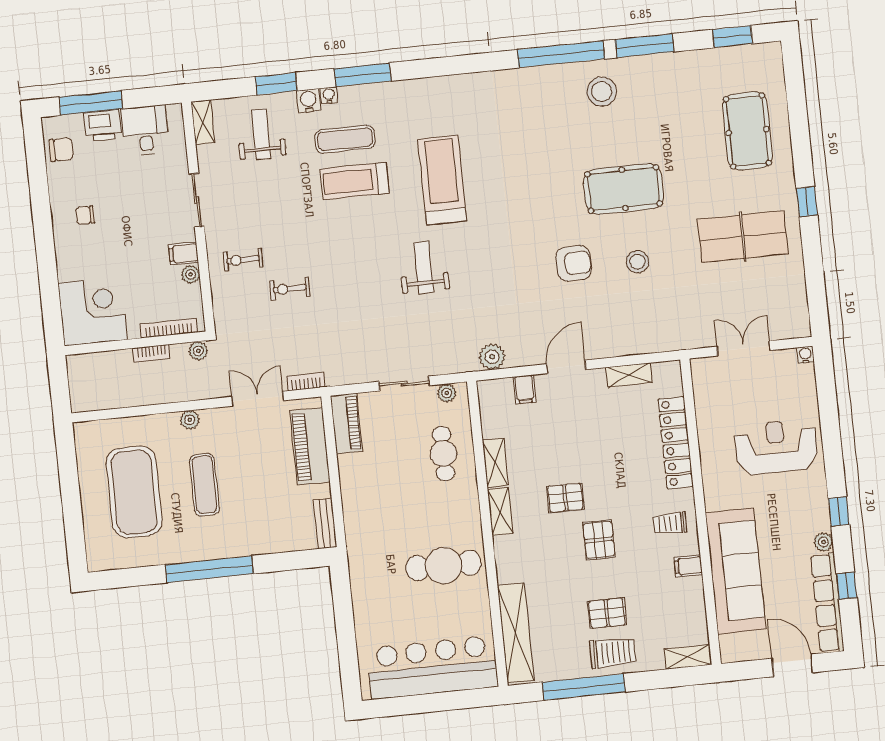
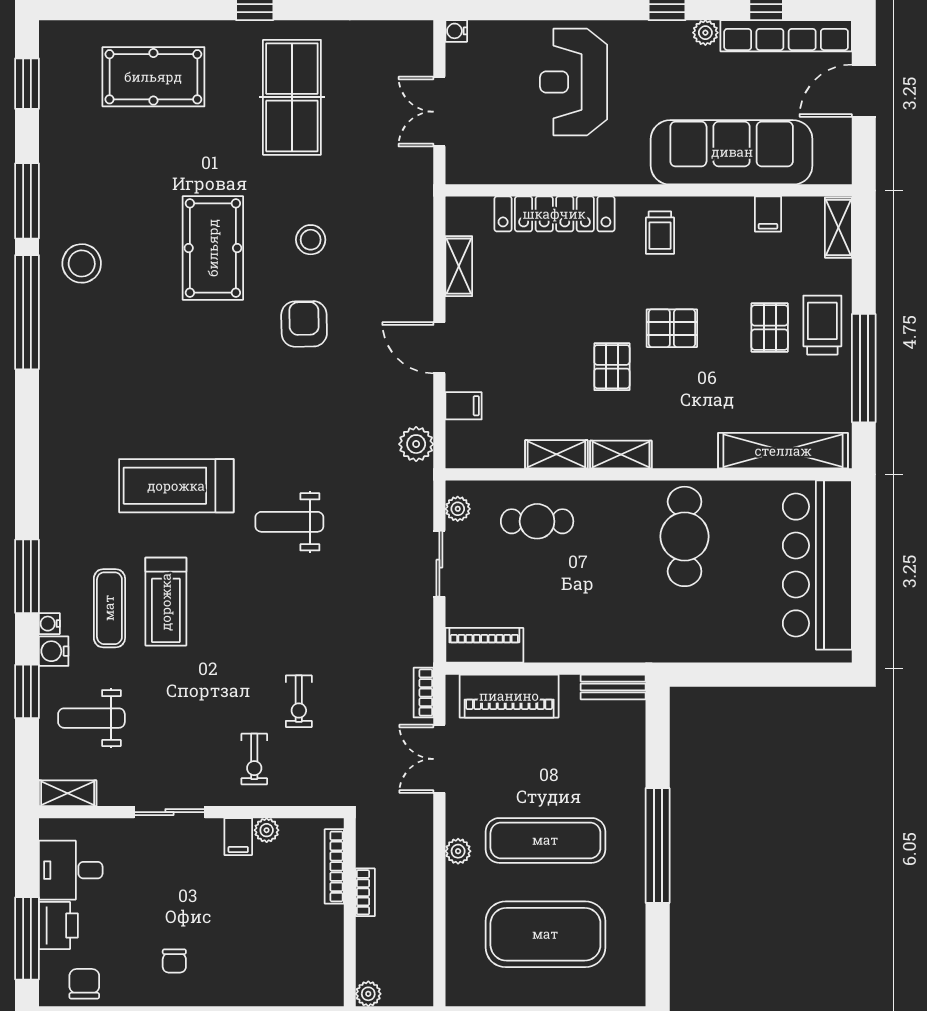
corner desk: (93, 311) -> (302, 964), removed
plant: (198, 351) -> (368, 994), moved
exercise mat: (204, 485) -> (545, 840), width x1.36, depth x1.45
filing cabinet: (688, 566) -> (768, 214), moved

